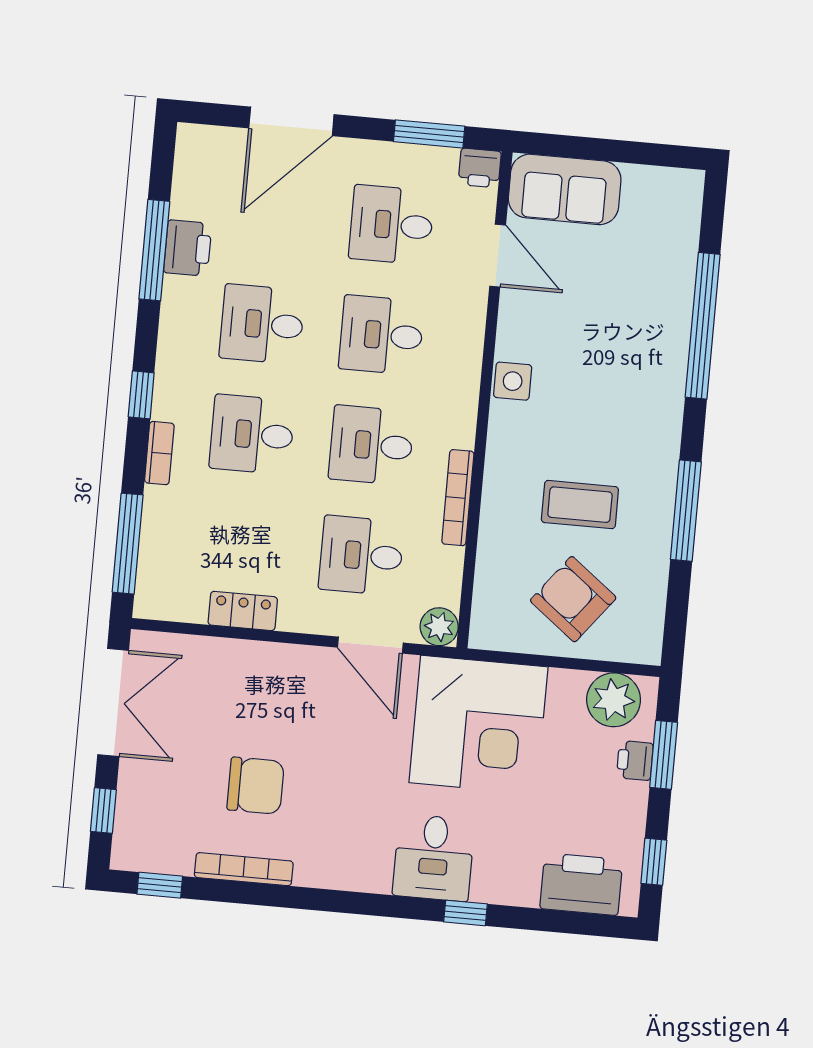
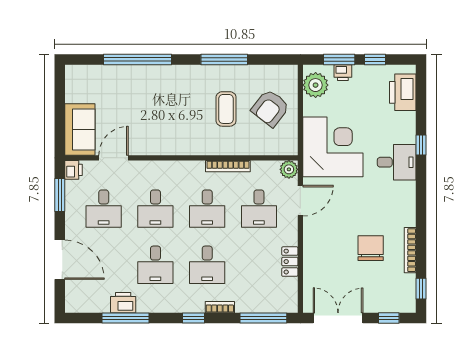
side table: (513, 381) -> (171, 146), removed
window: (654, 862) -> (375, 59), moved

